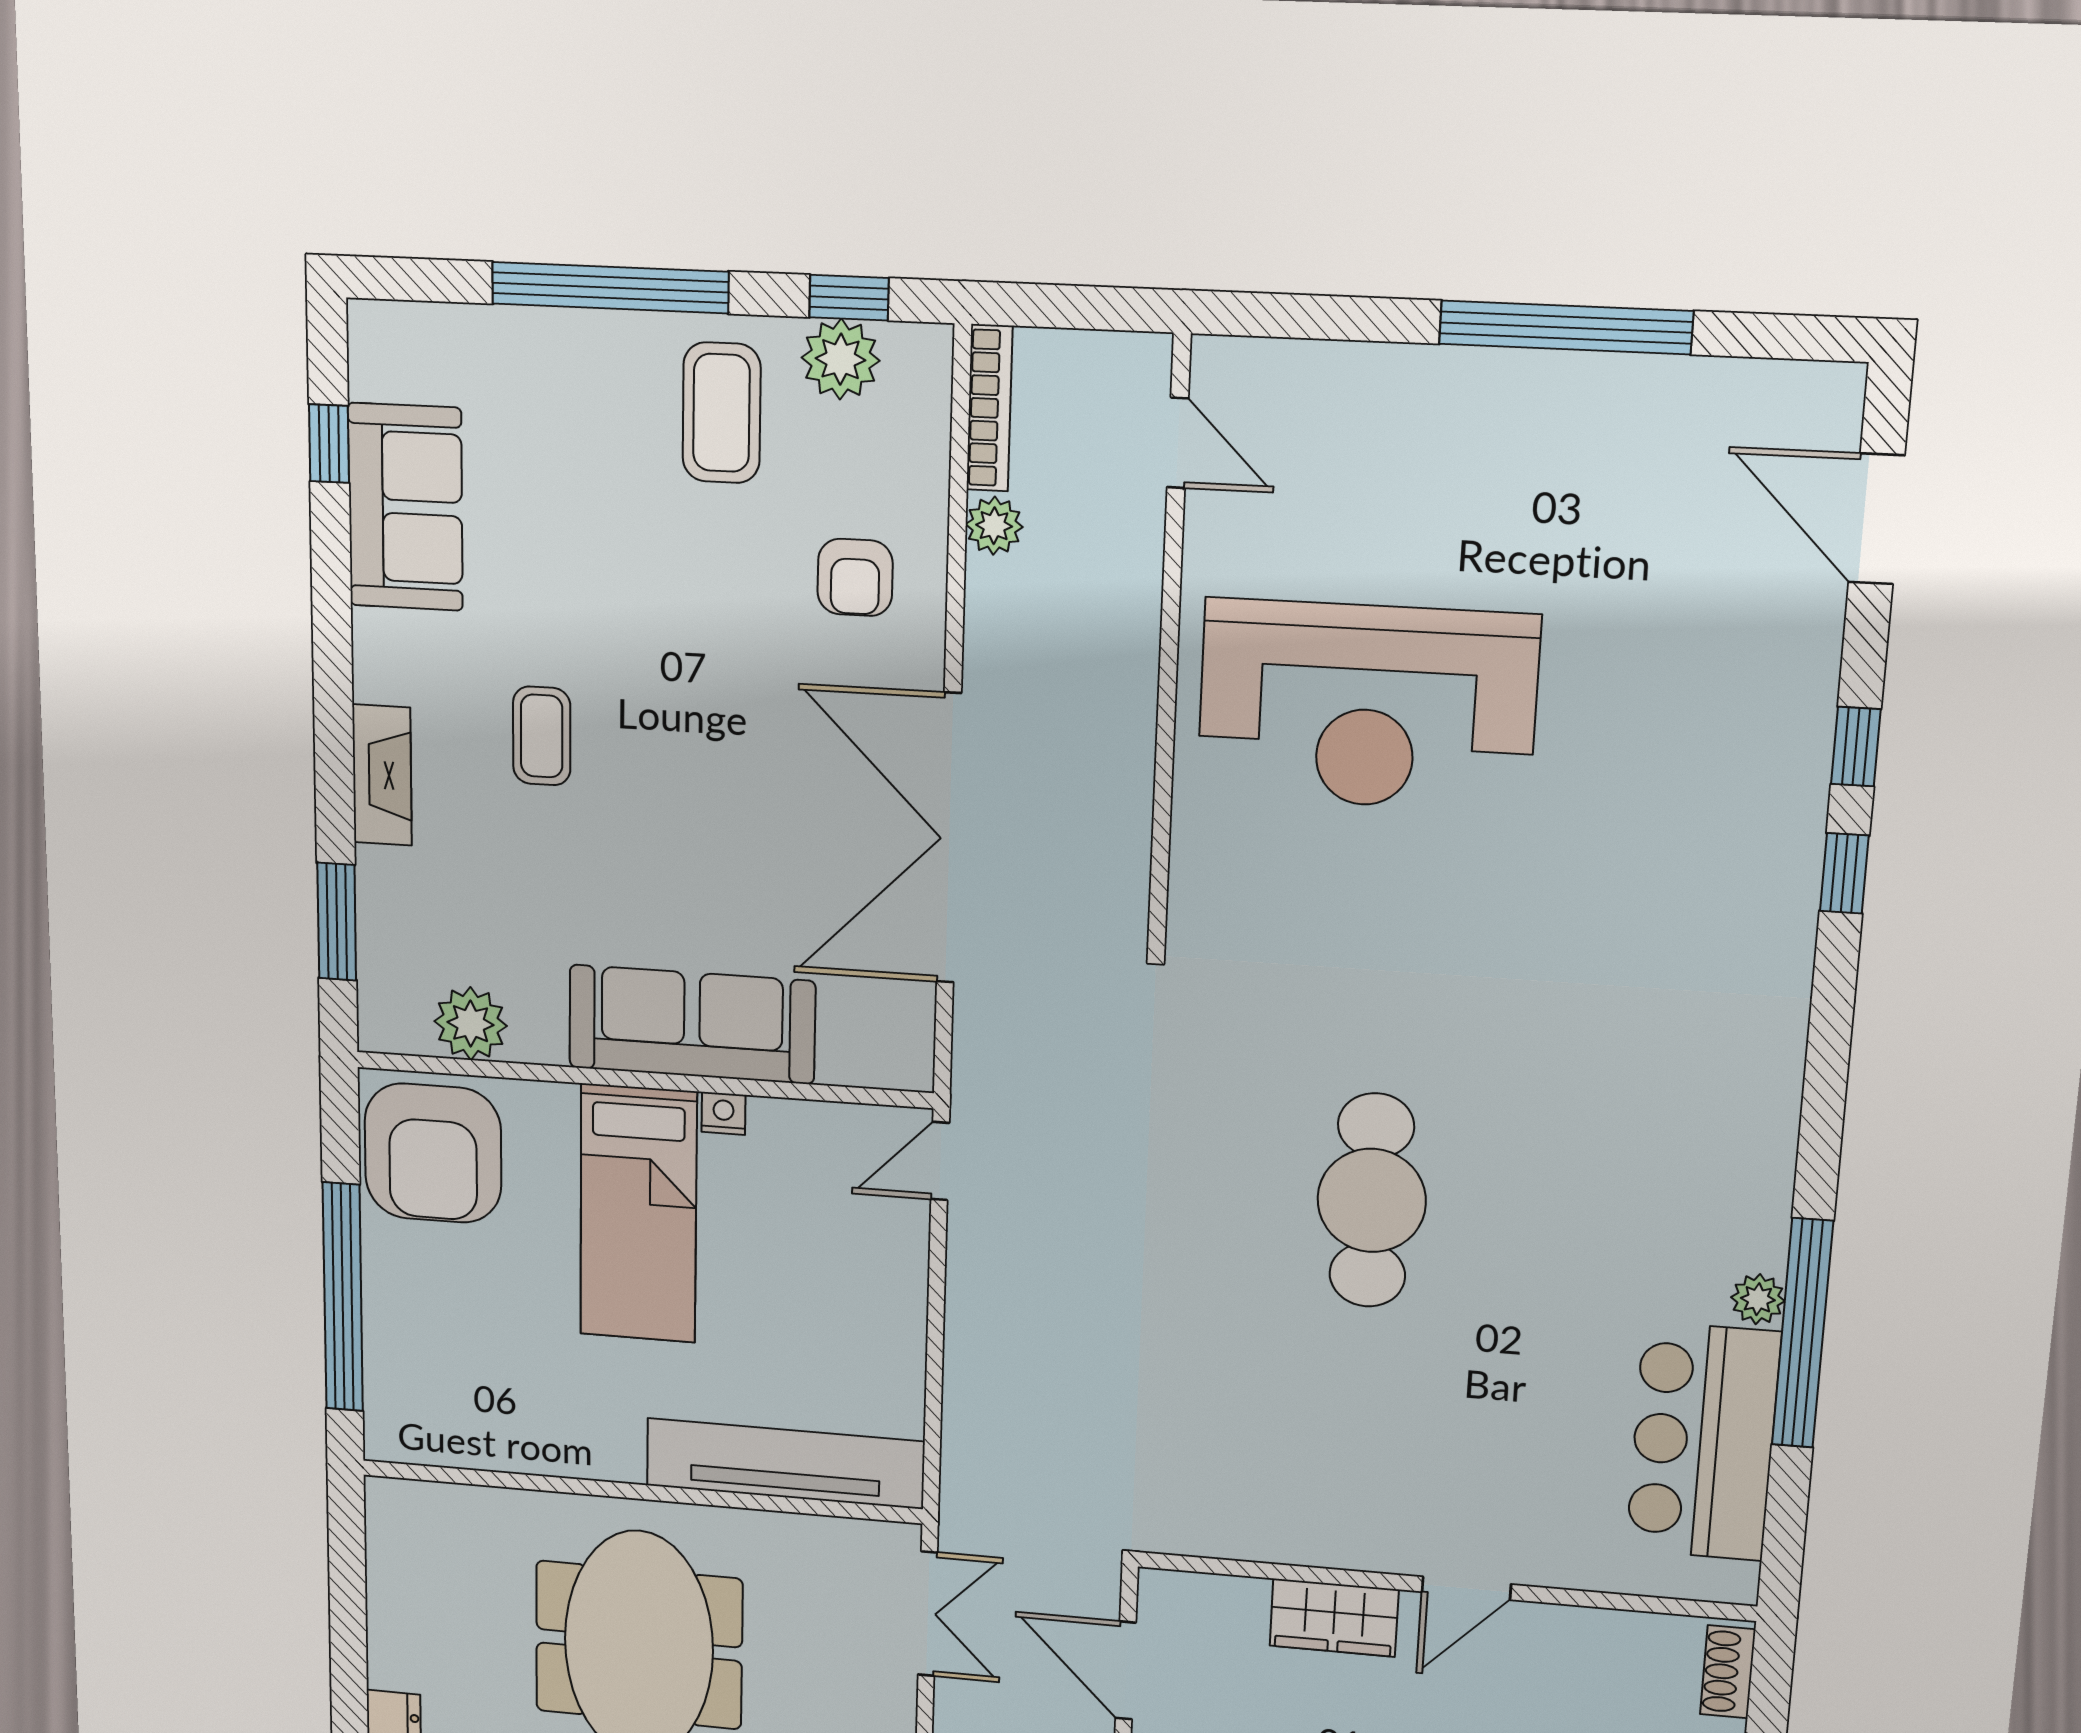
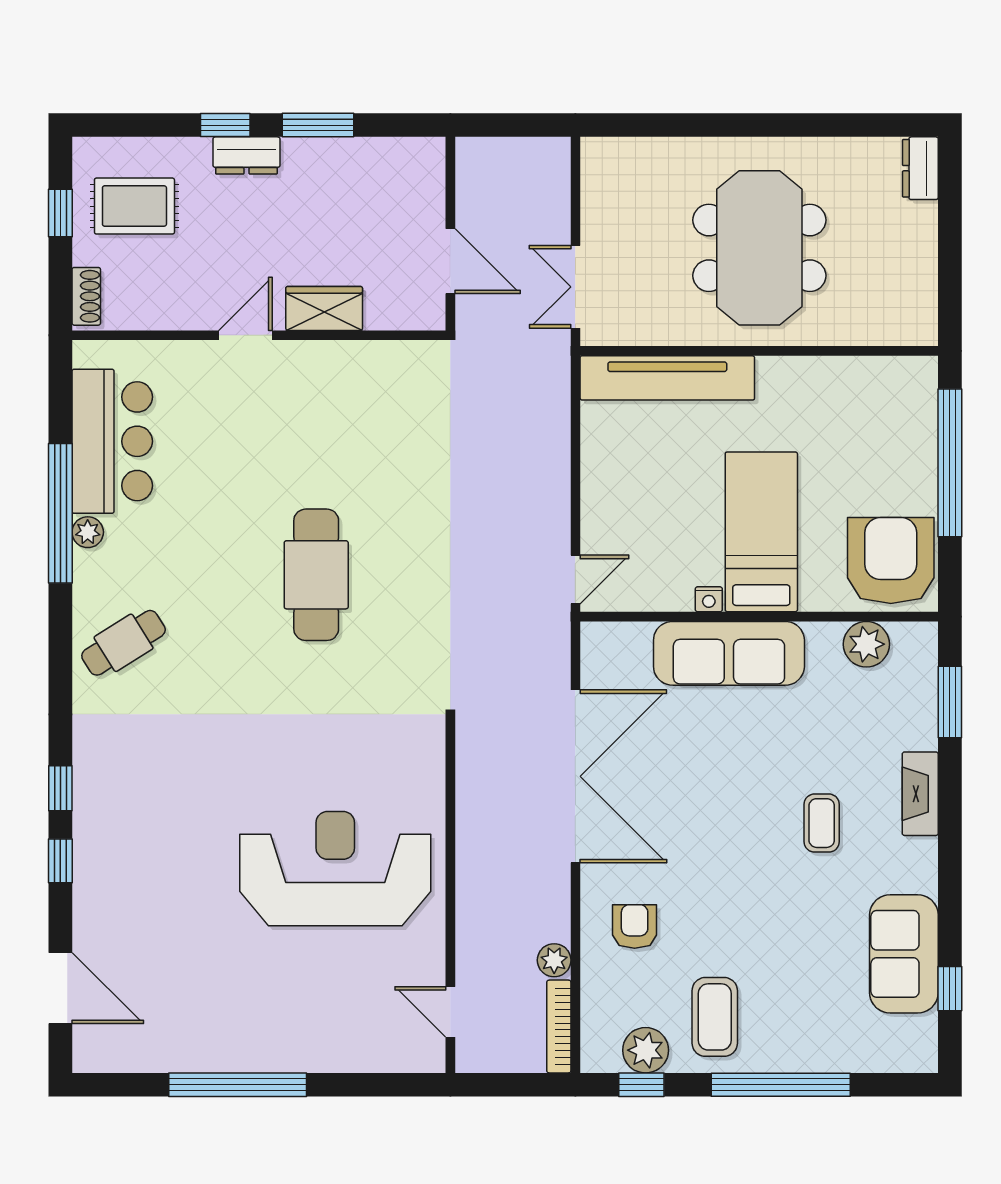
cafe table: (1711, 1113) -> (124, 643), added

